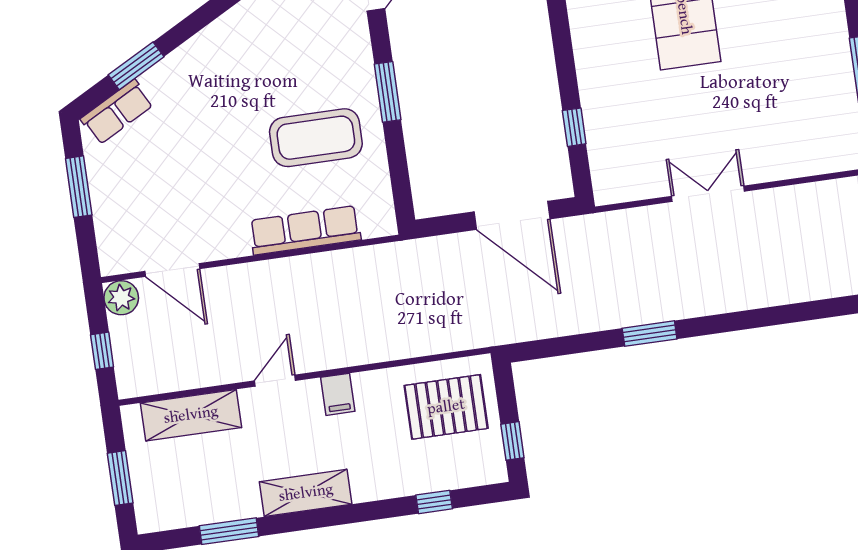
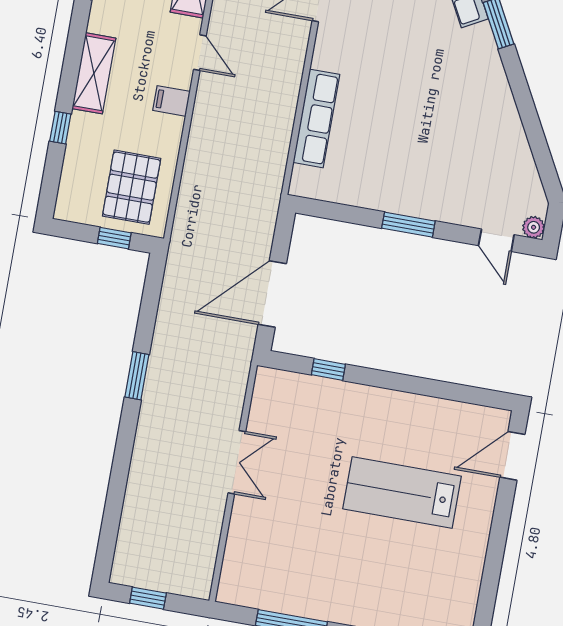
coffee table: (316, 138) -> (390, 153), removed
window: (512, 441) -> (114, 238), moved
shelving: (306, 493) -> (94, 73), moved
window: (434, 502) -> (60, 128), moved

